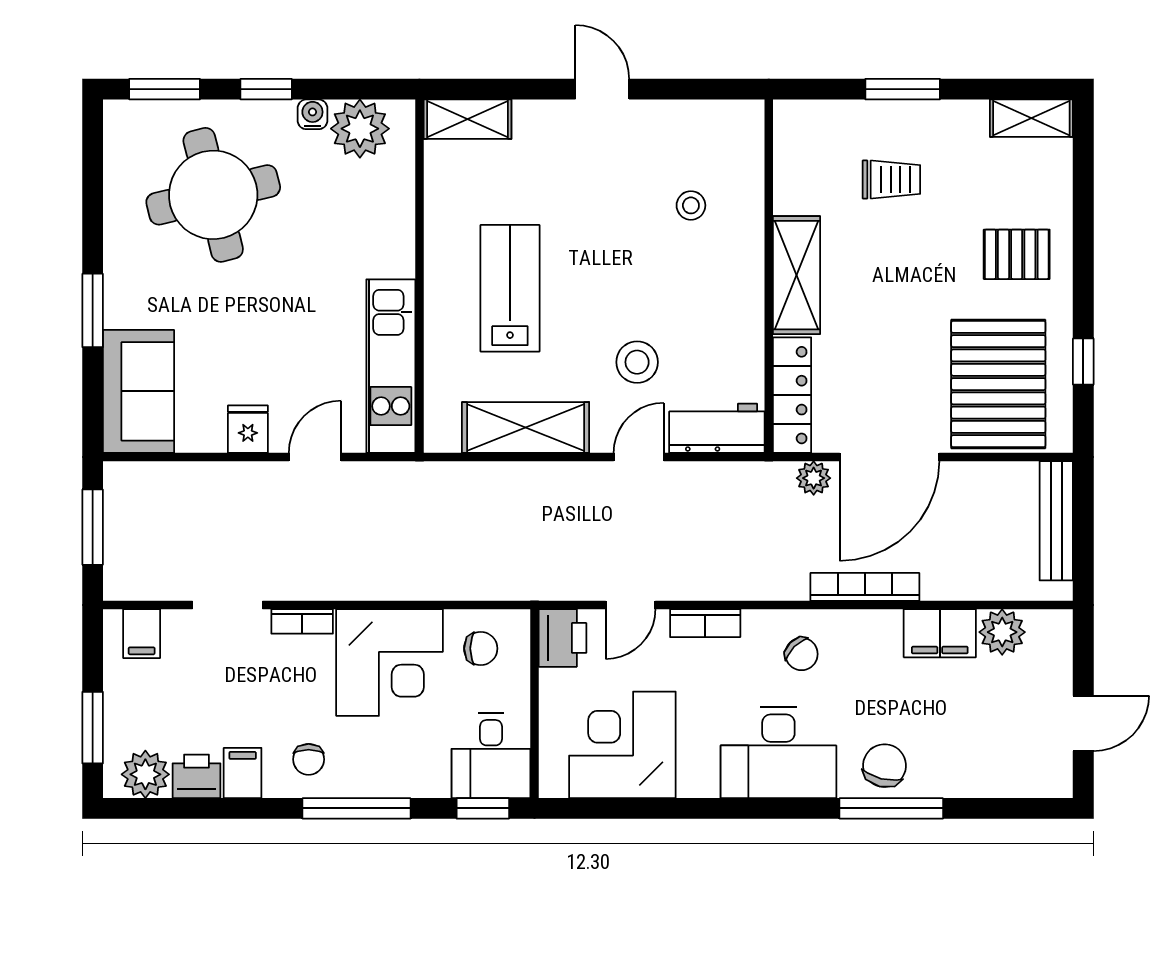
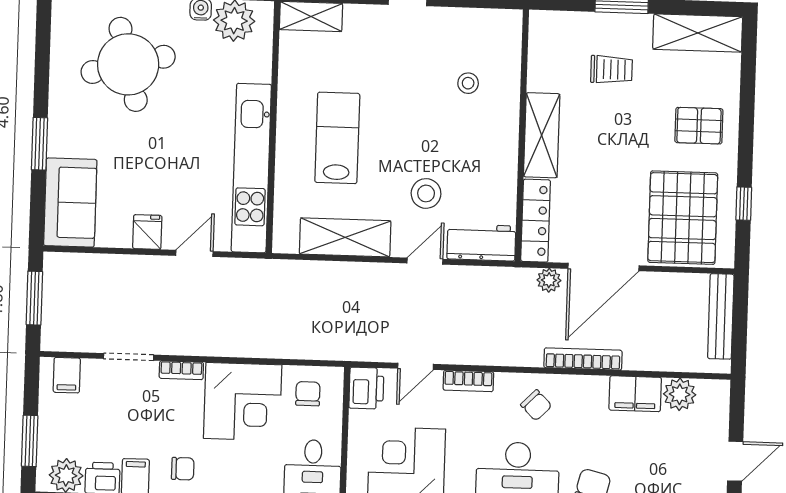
shelving: (1031, 118) -> (698, 33), width x1.50, depth x1.33
kitchen unit: (391, 366) -> (251, 168), width x1.36
chair: (481, 648) -> (308, 394), turned -90
chair: (309, 759) -> (183, 469), turned -90

